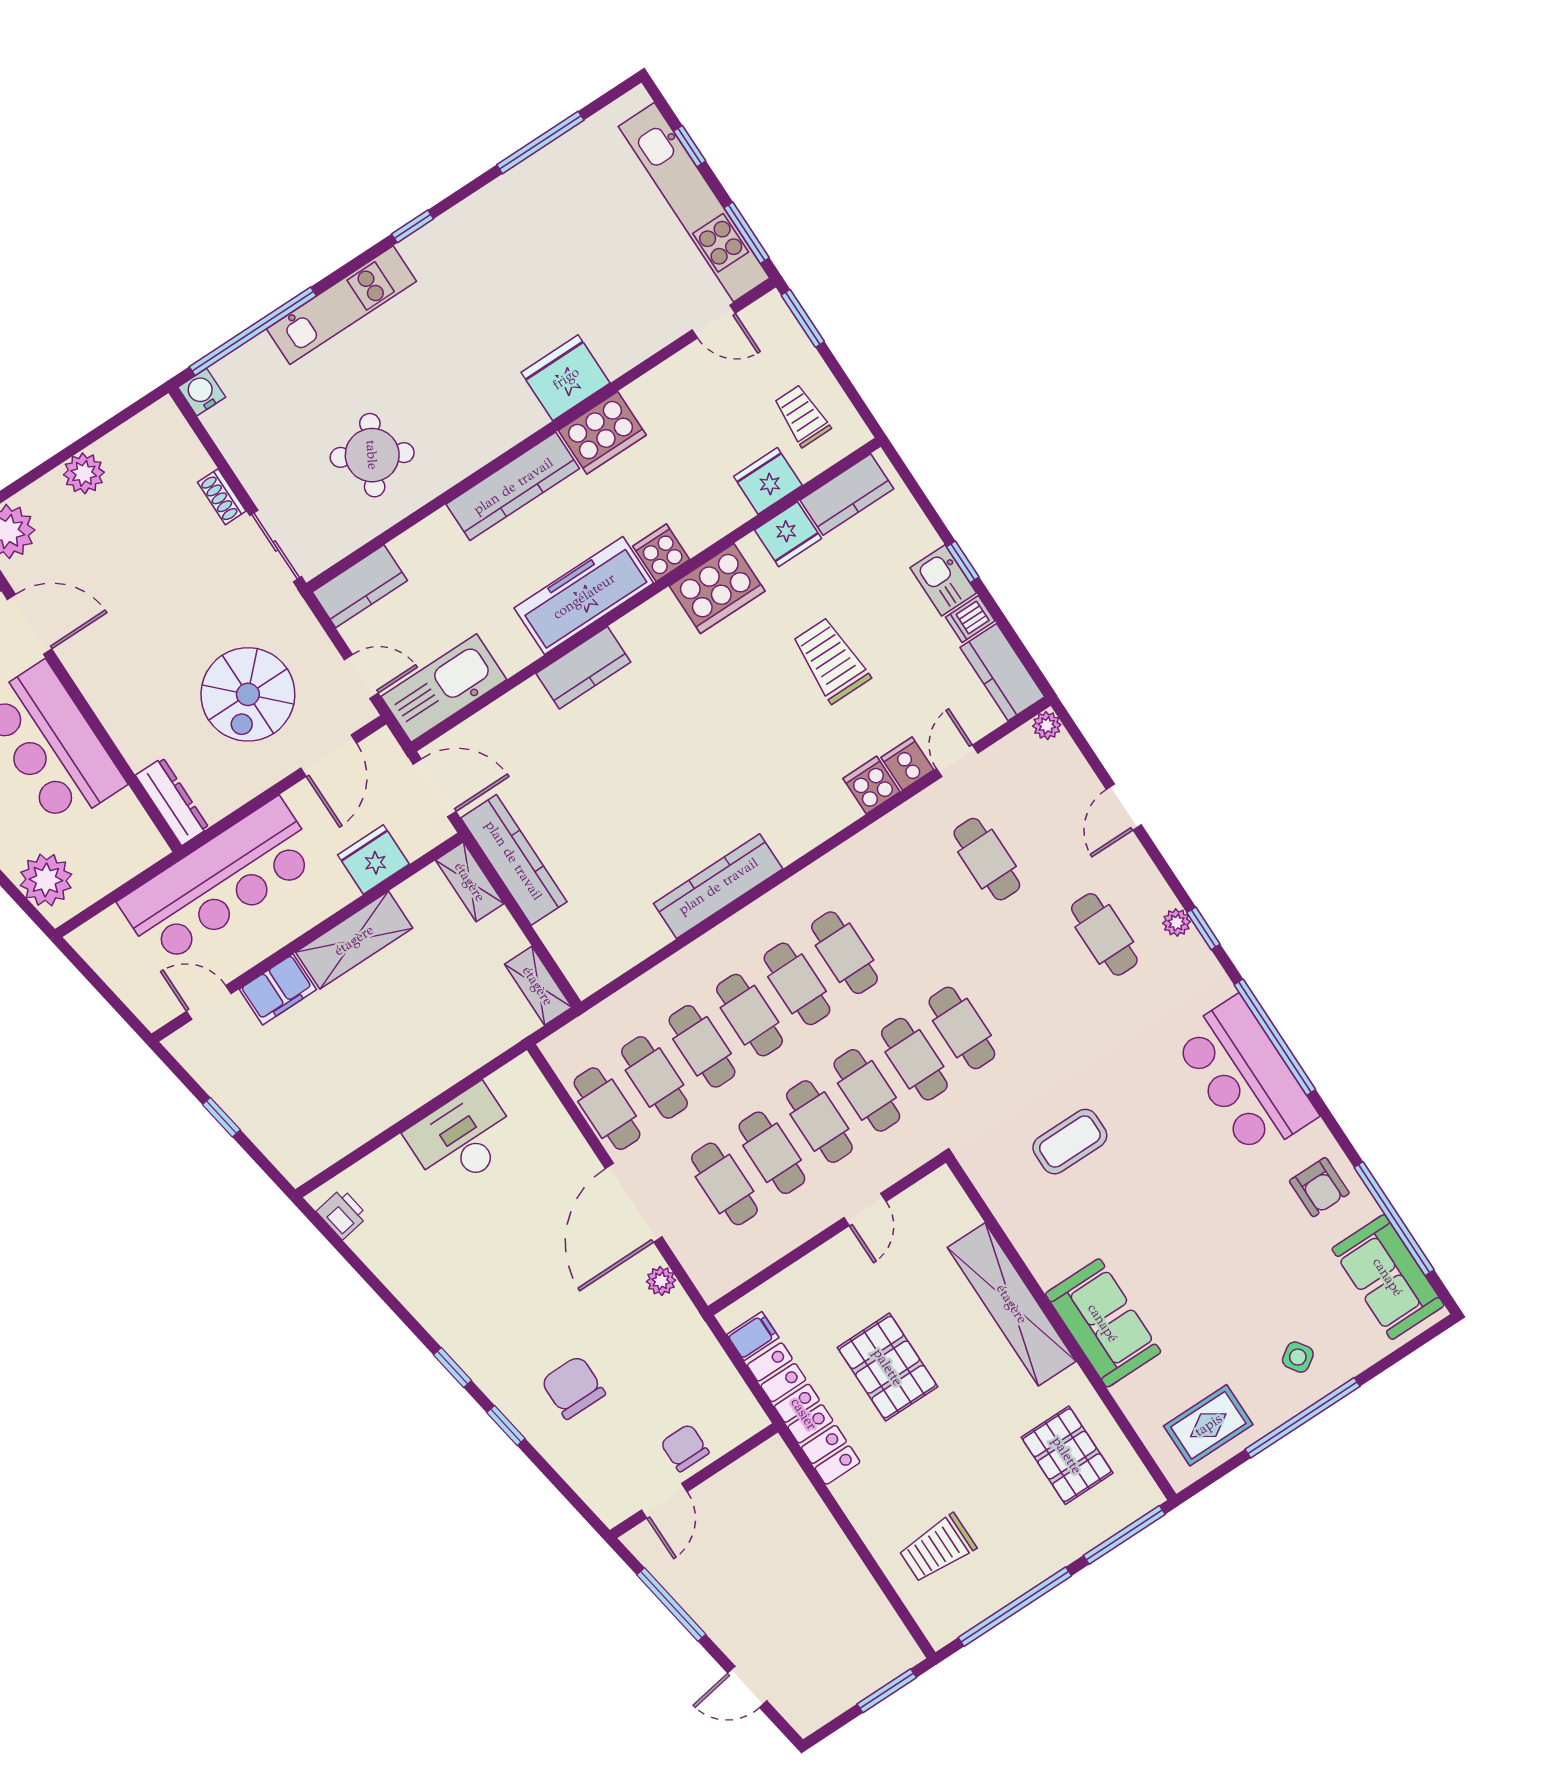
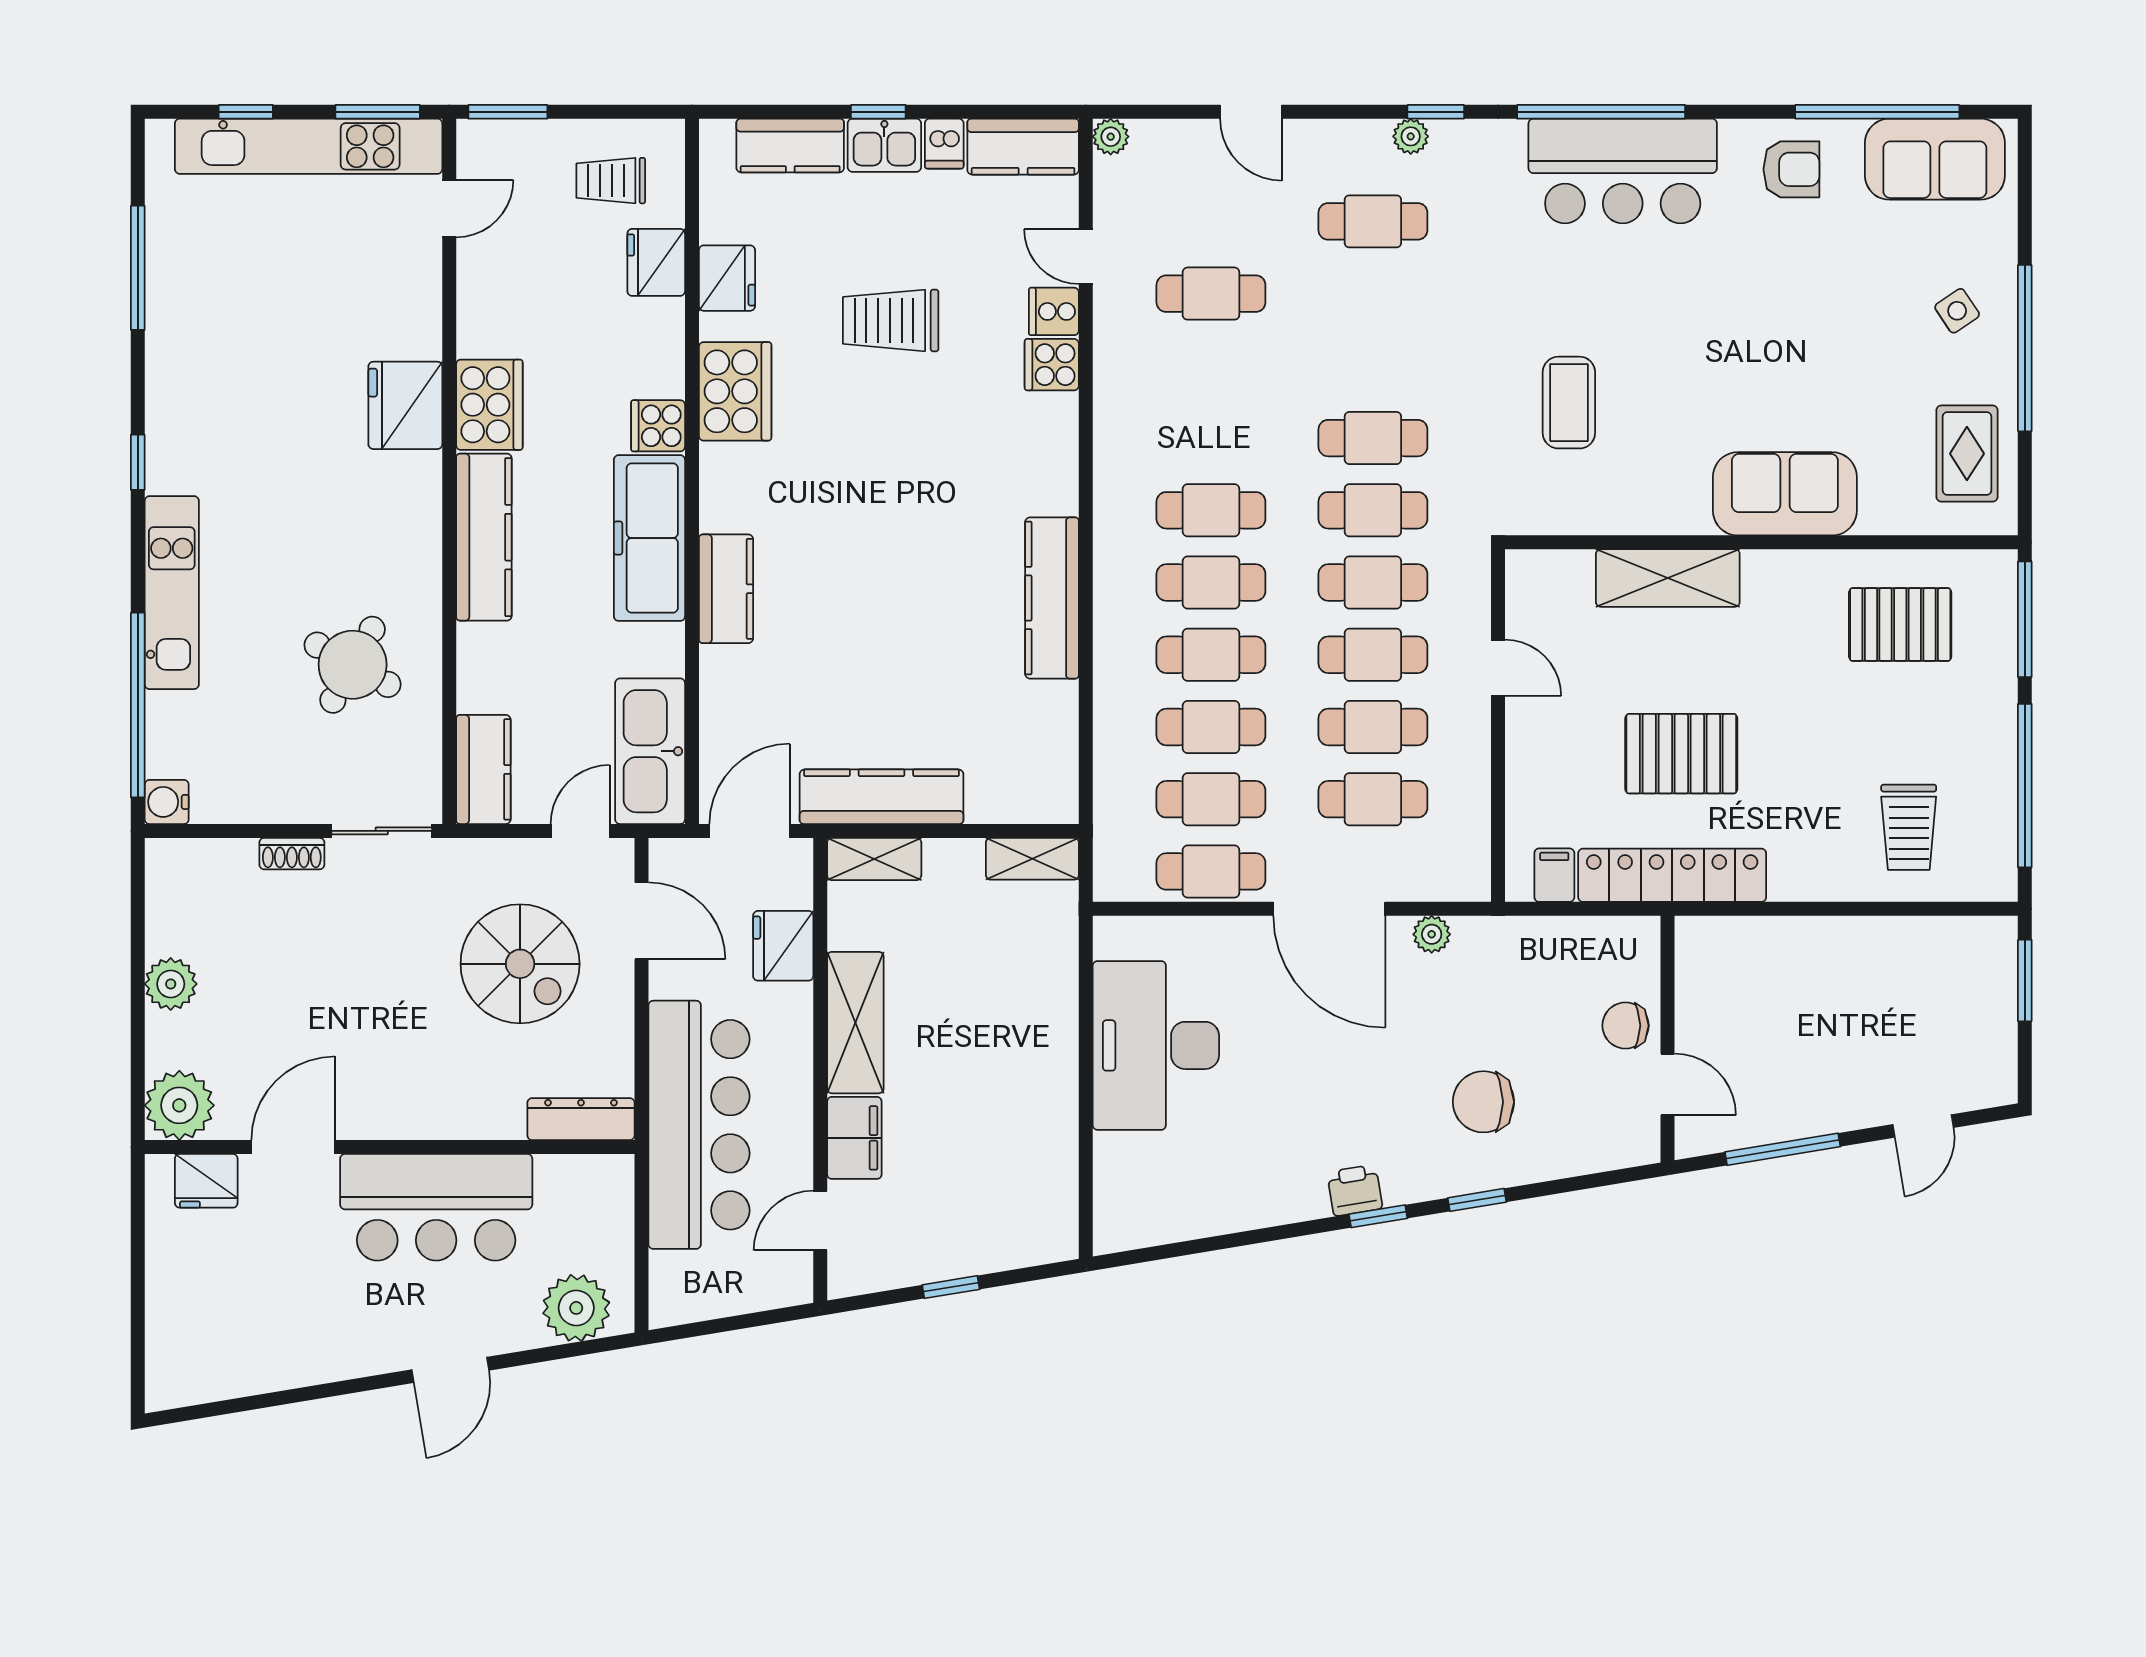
kitchen counter: (847, 494) -> (790, 146), moved, turned 90
desk: (463, 1138) -> (1156, 1045), width x1.36, depth x1.30
printer: (342, 1214) -> (1355, 1190), moved
shelving: (1012, 1304) -> (1668, 578), width x0.68

